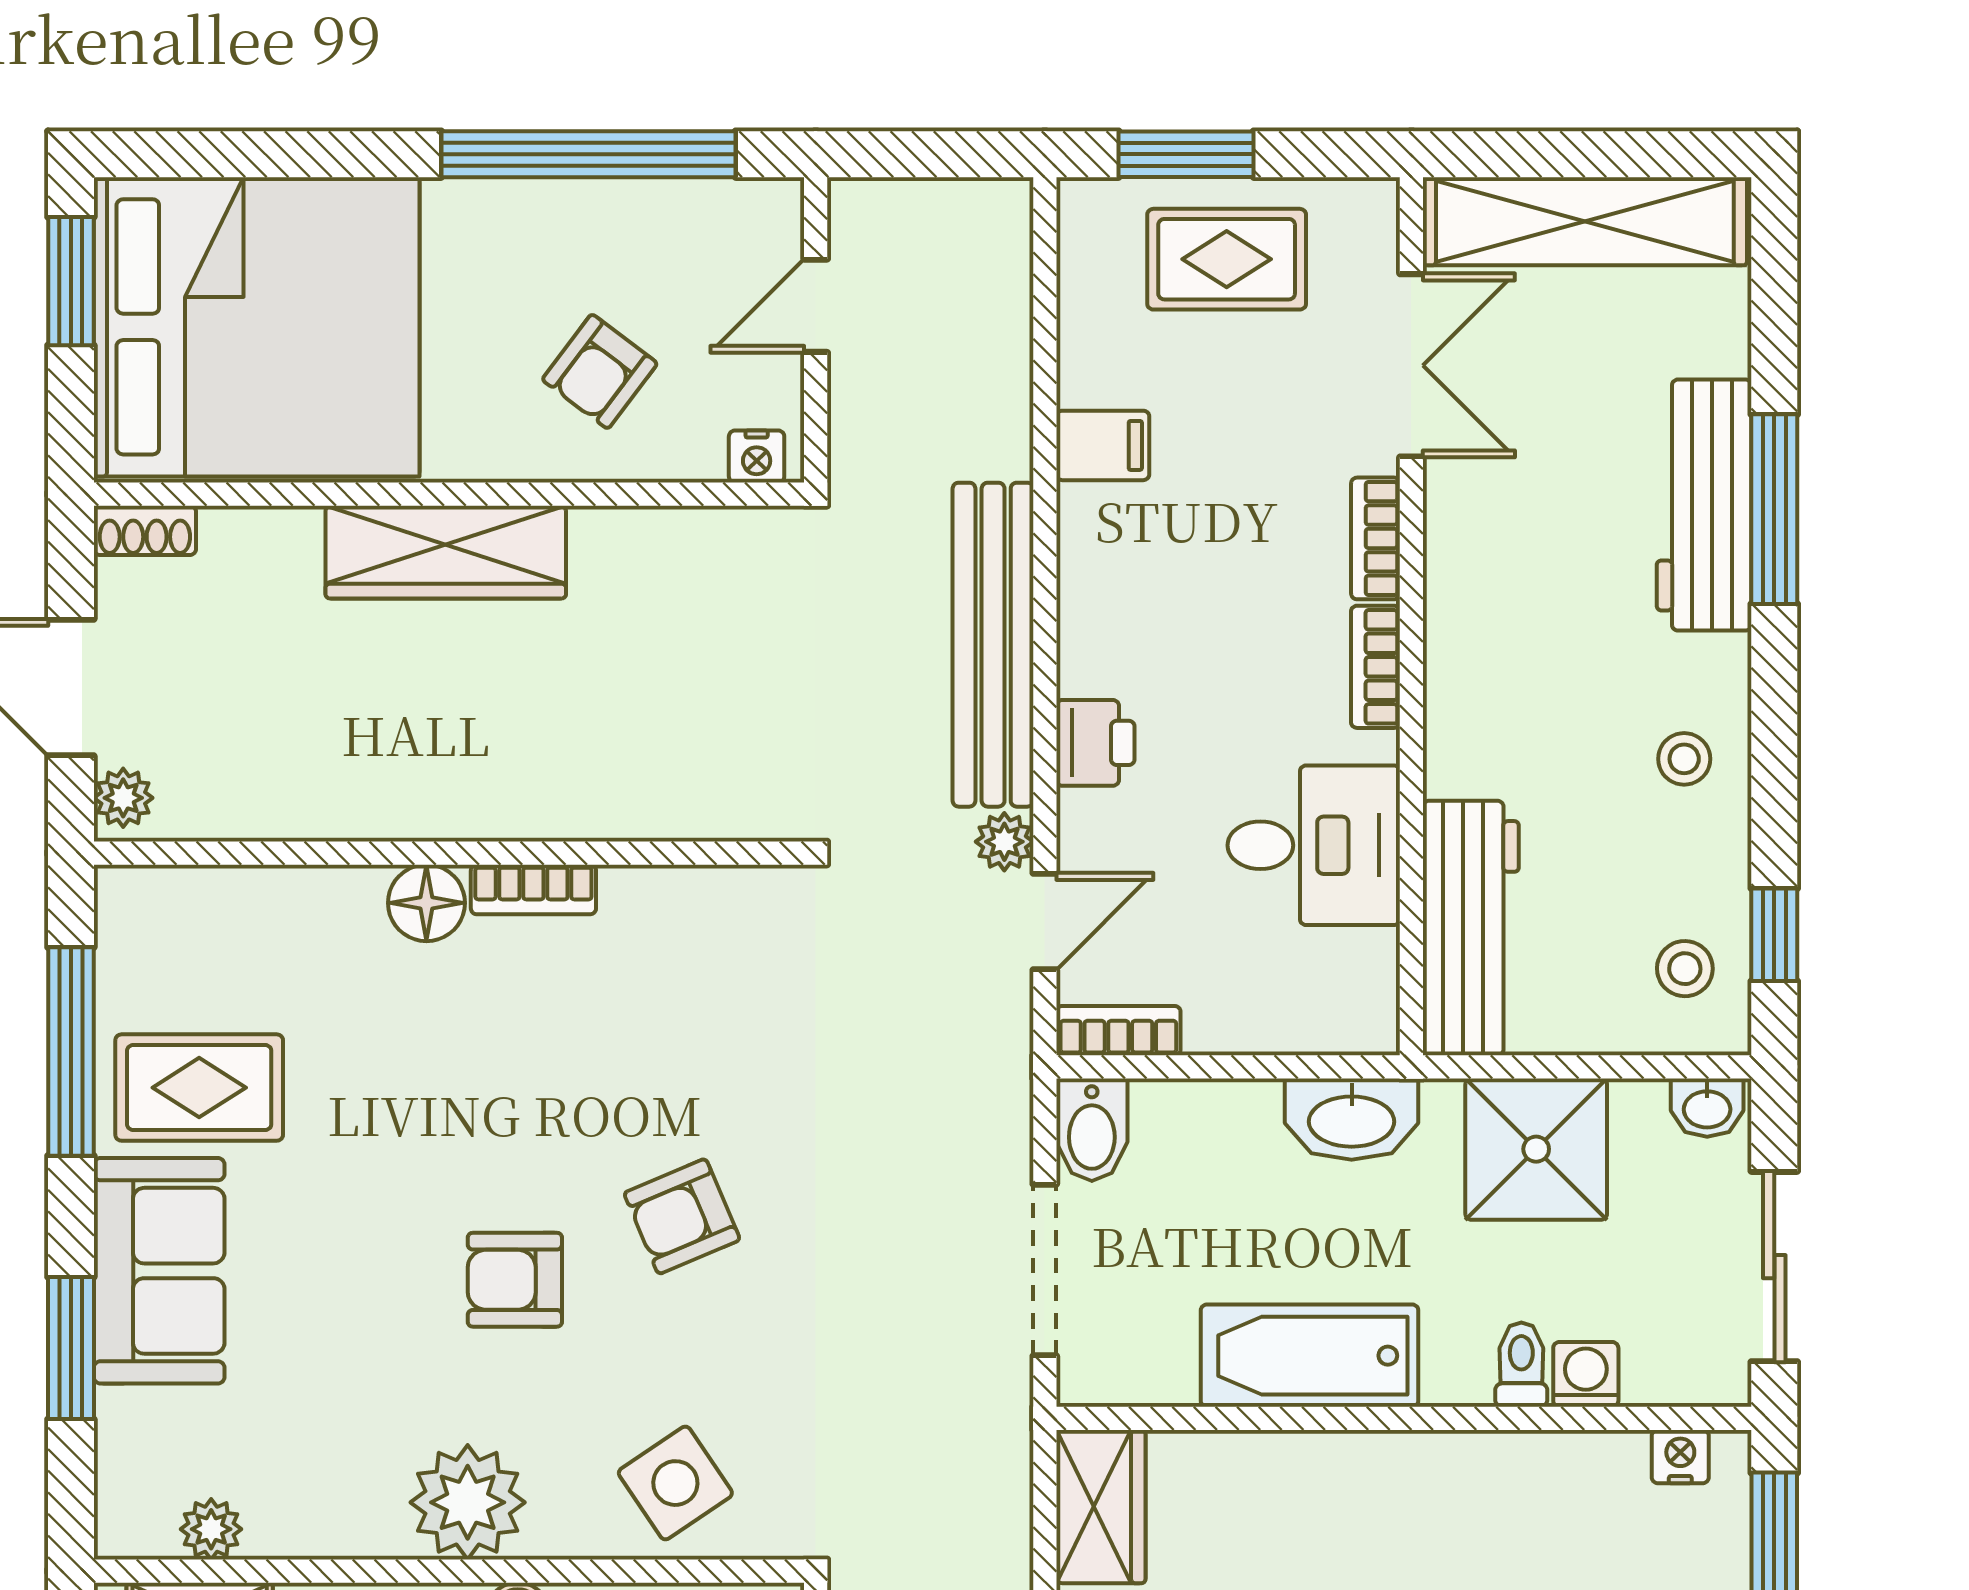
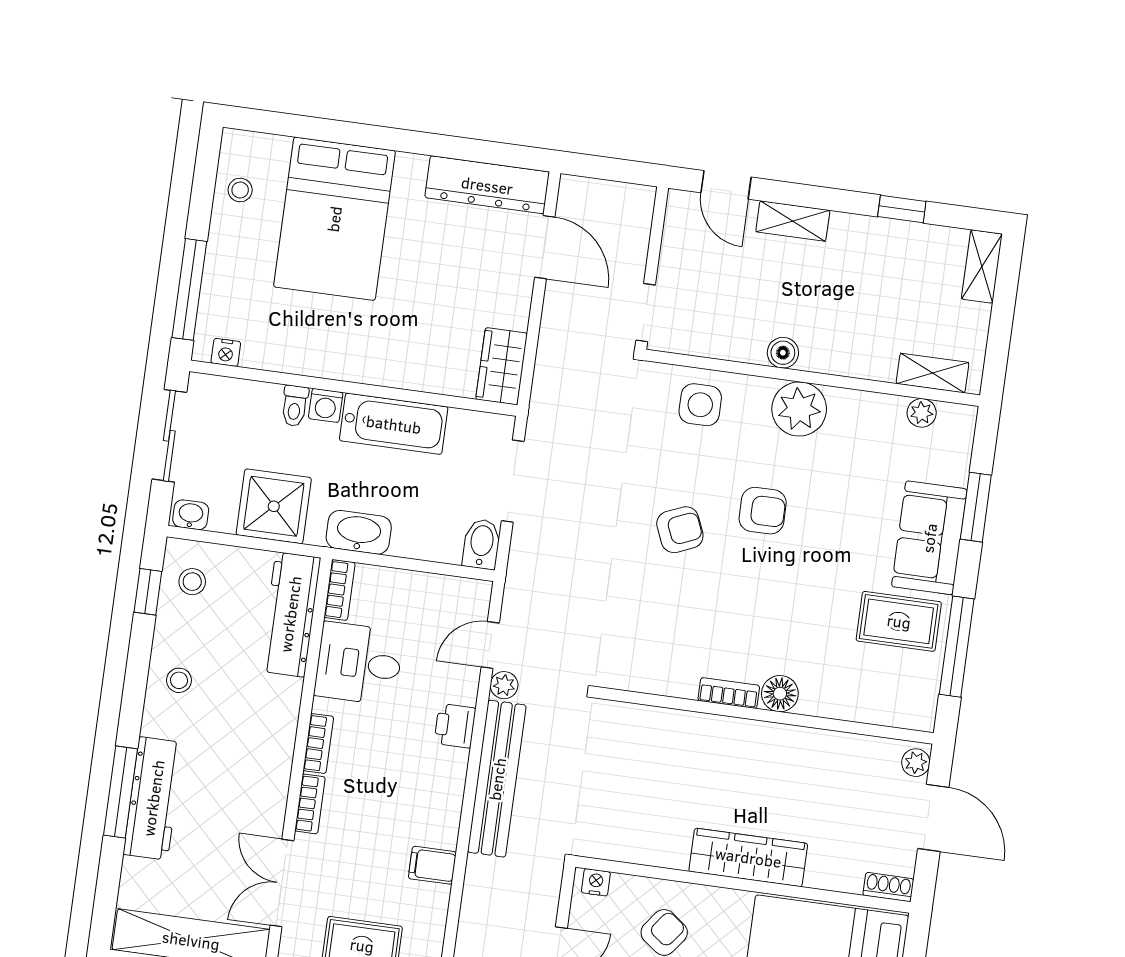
bookcase: (1118, 1031) -> (339, 590), moved, turned -90
washing machine: (1586, 1374) -> (326, 405), moved
side table: (675, 1483) -> (700, 405), turned 34

